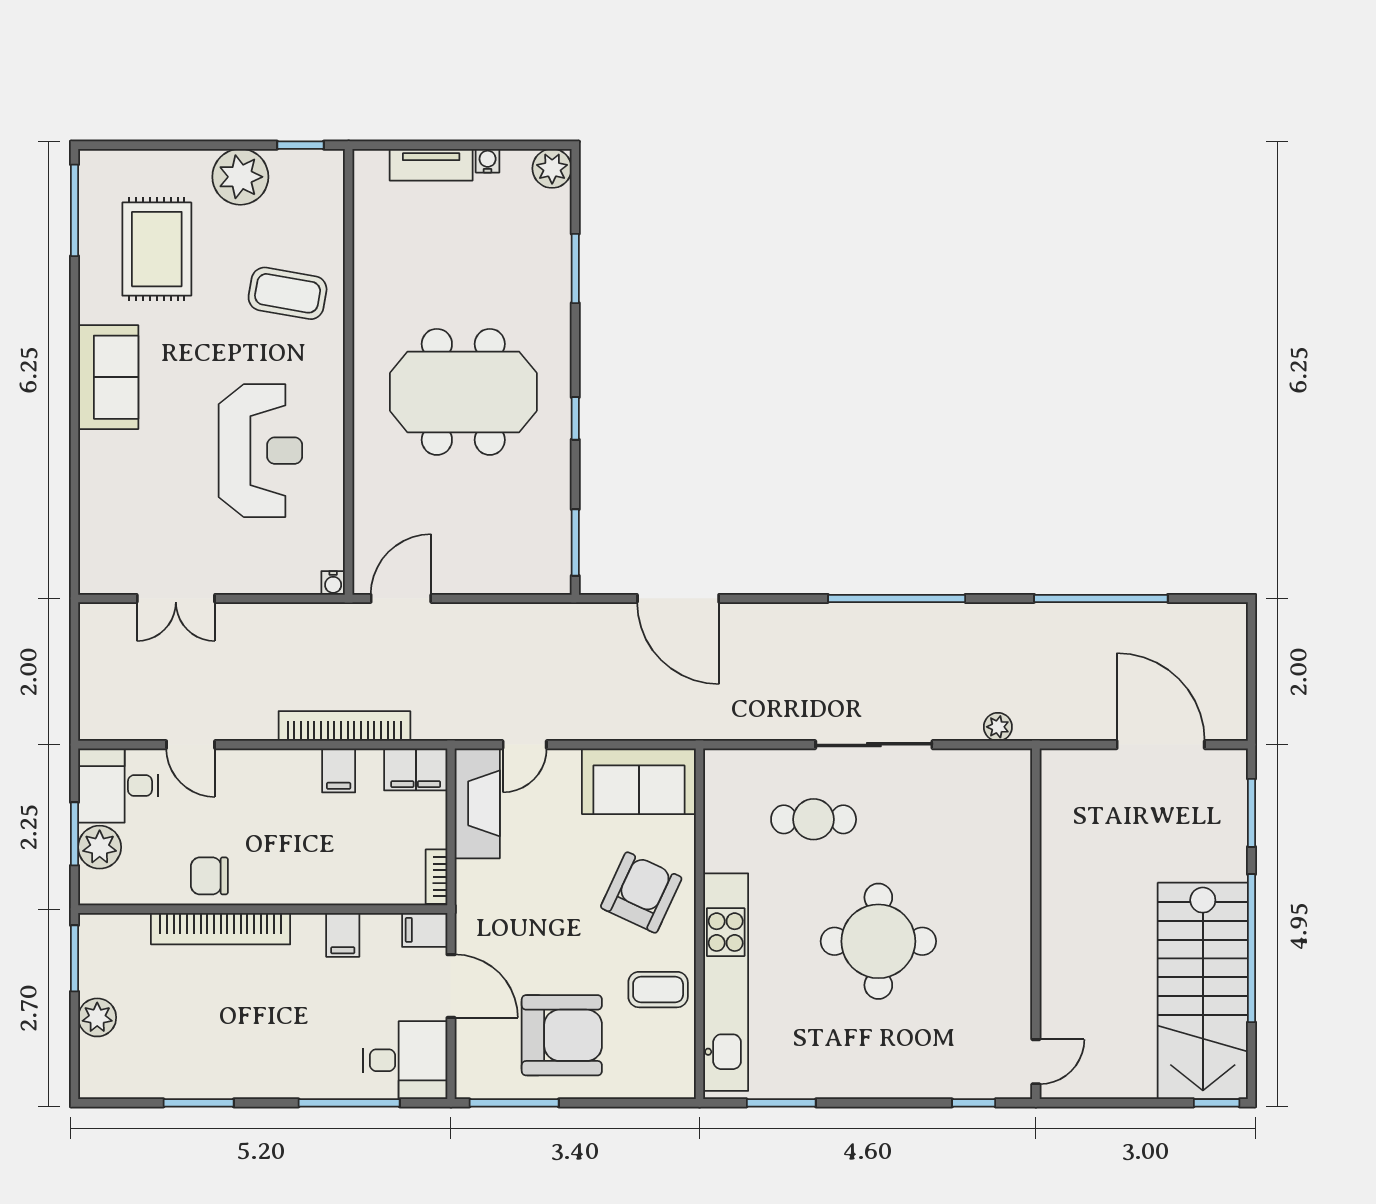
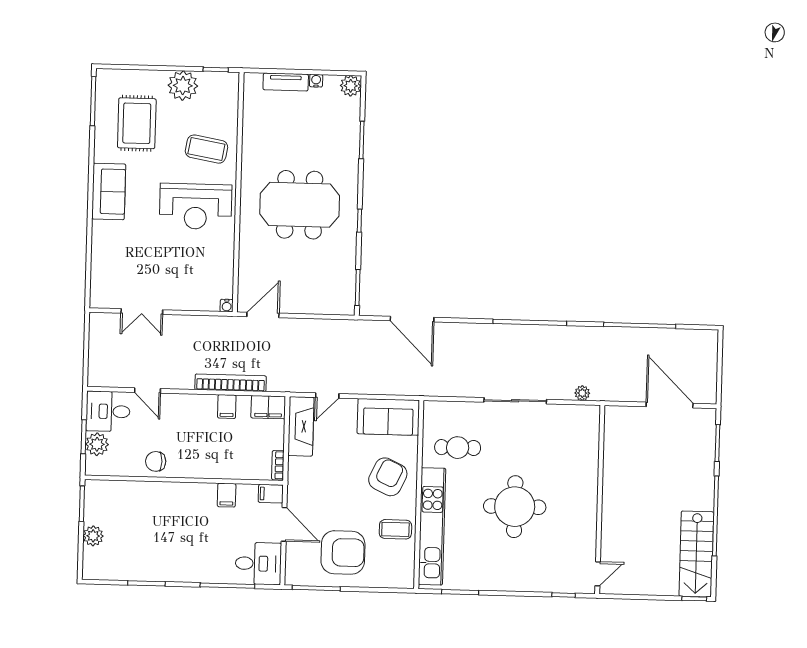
reception desk: (260, 451) -> (196, 206), moved, turned 90
cafe table: (814, 819) -> (458, 448), moved
bookcase: (221, 929) -> (161, 490), removed
stairs: (1203, 991) -> (696, 554), width x0.73, depth x0.66

